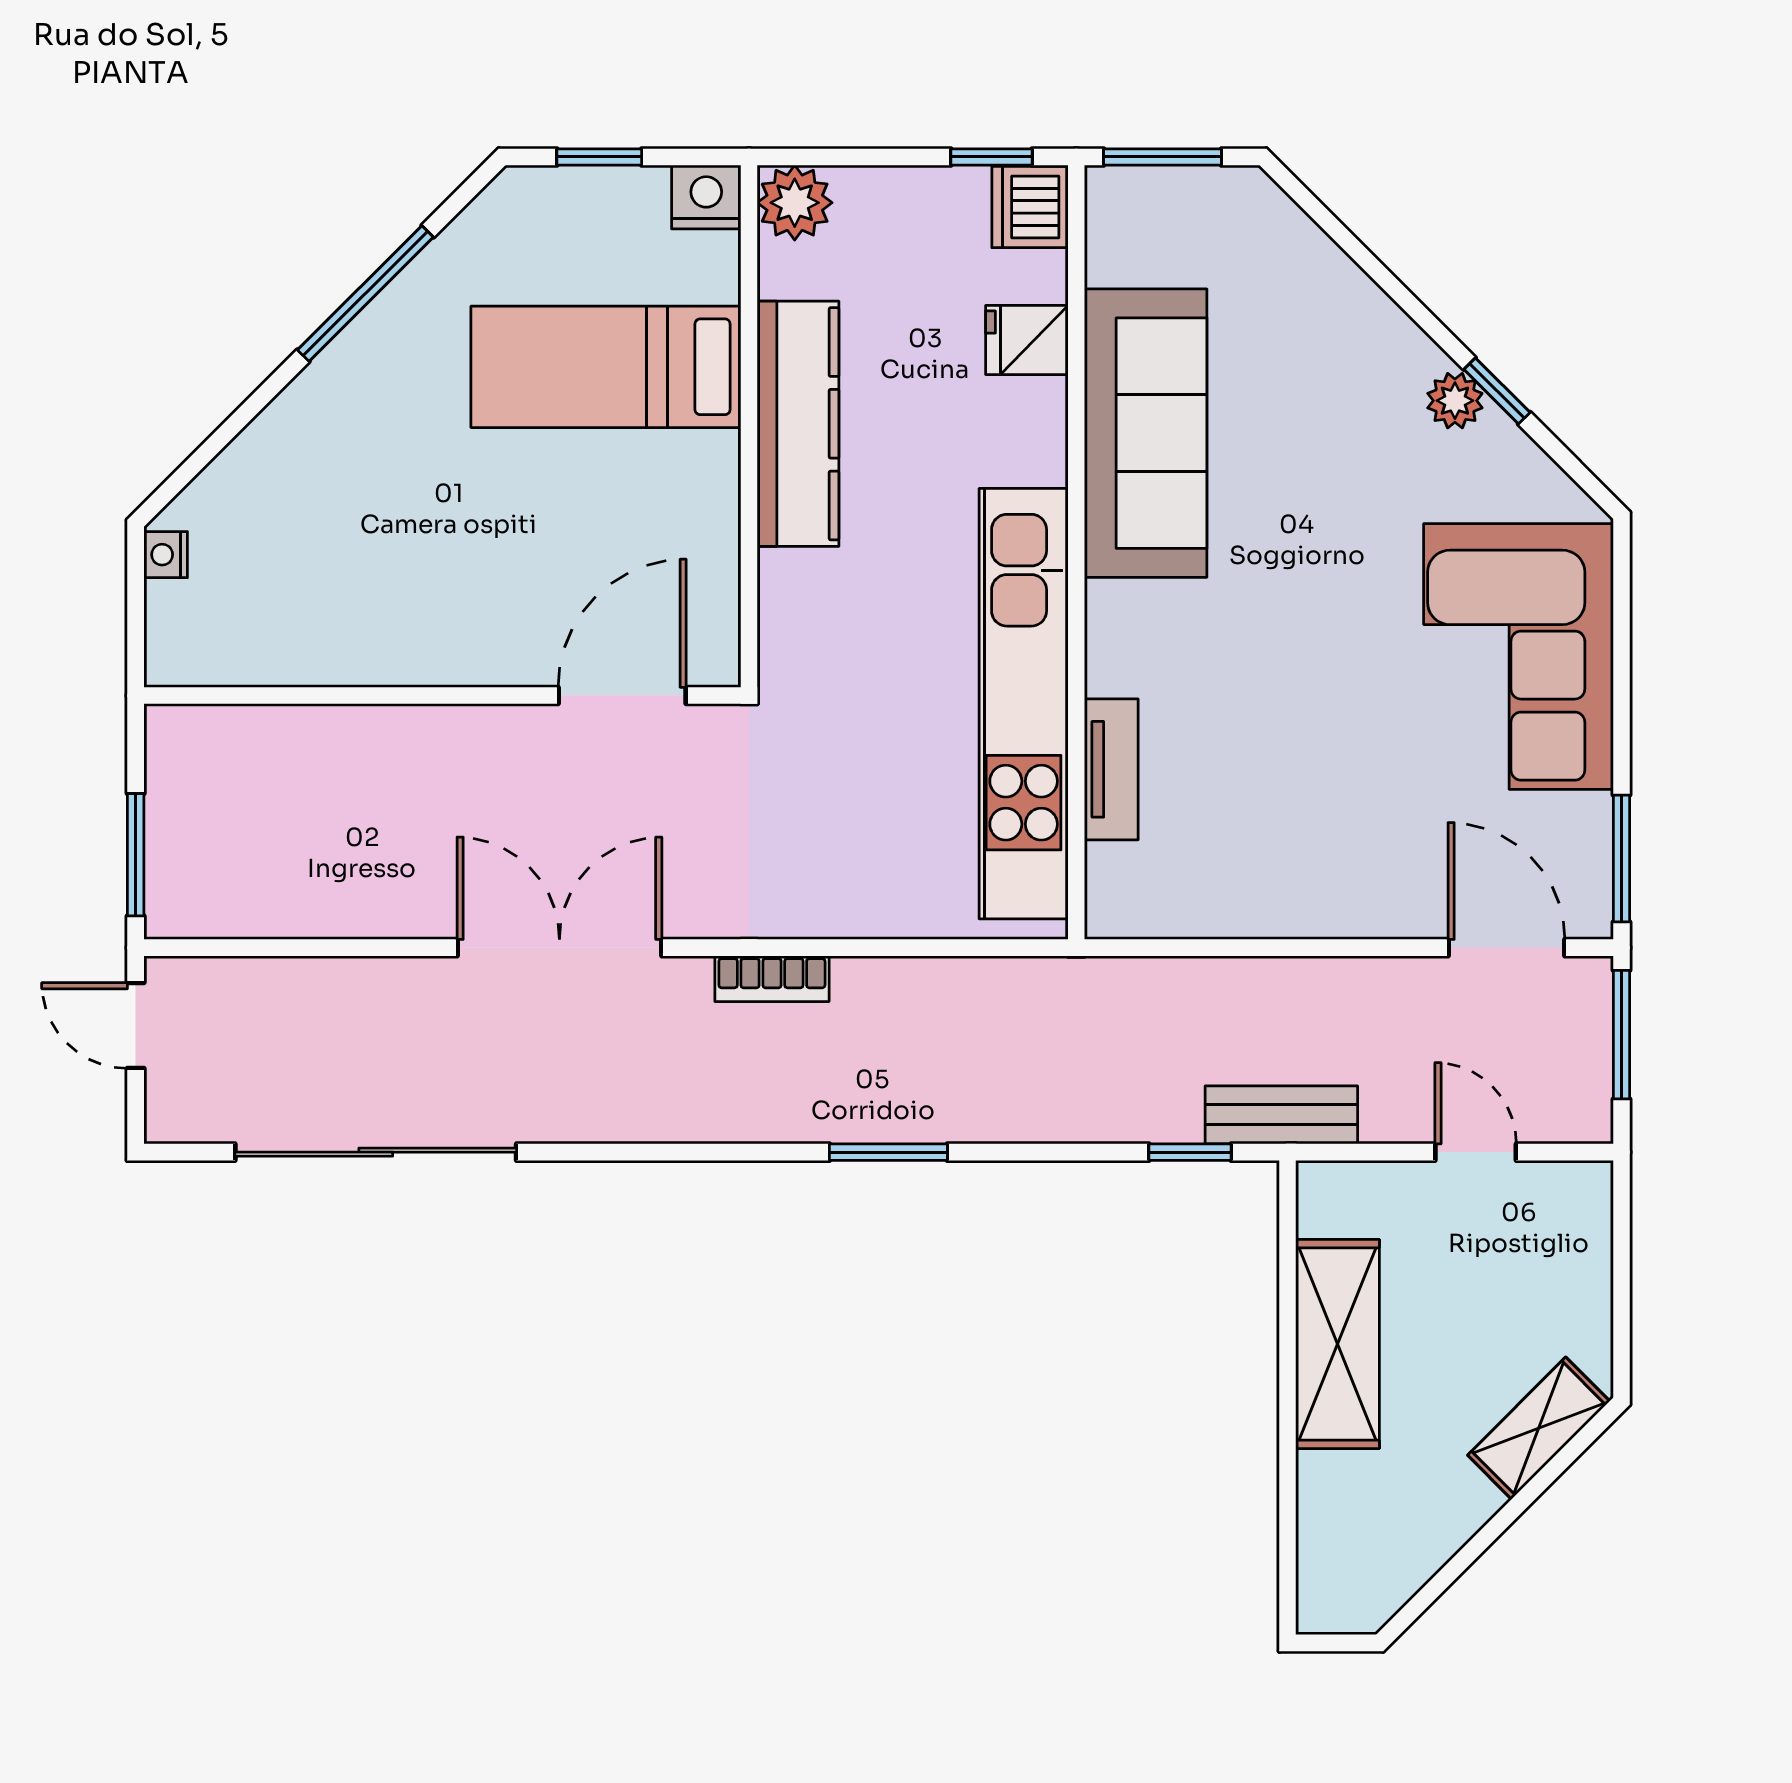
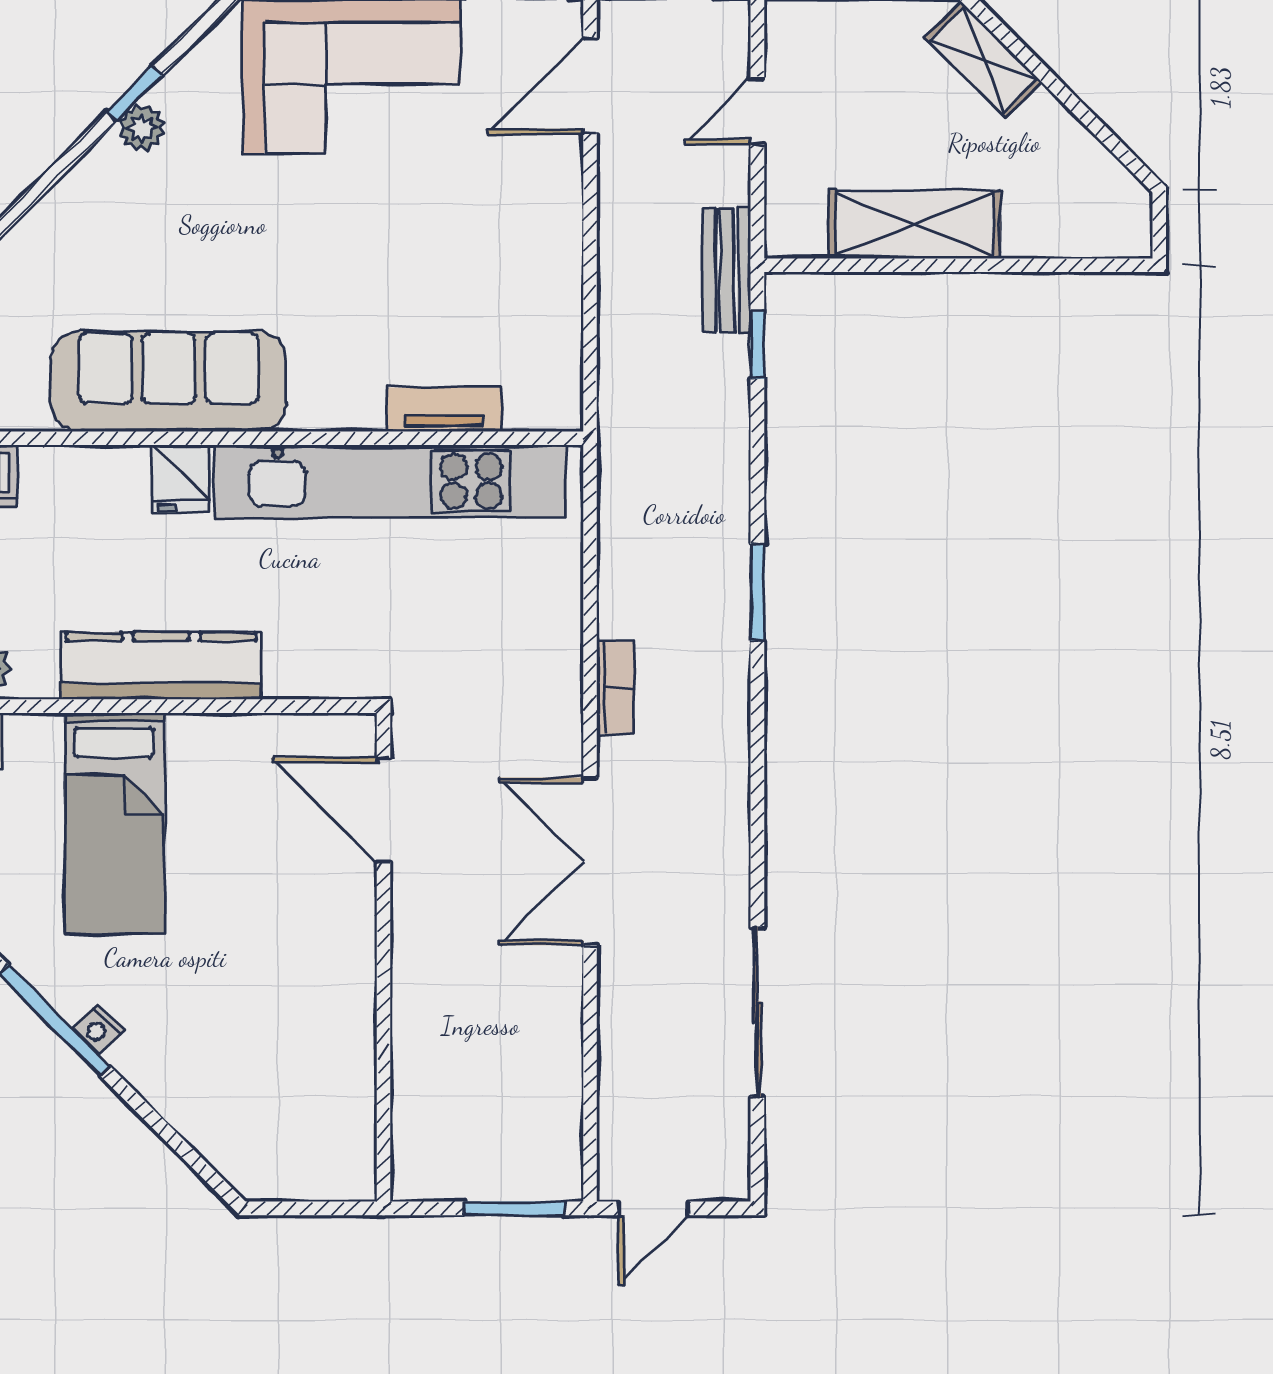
fridge: (1027, 340) -> (181, 479), moved
nightstand: (166, 555) -> (98, 1029), moved, turned 45
sliding door: (376, 1152) -> (757, 1012), width x0.73

